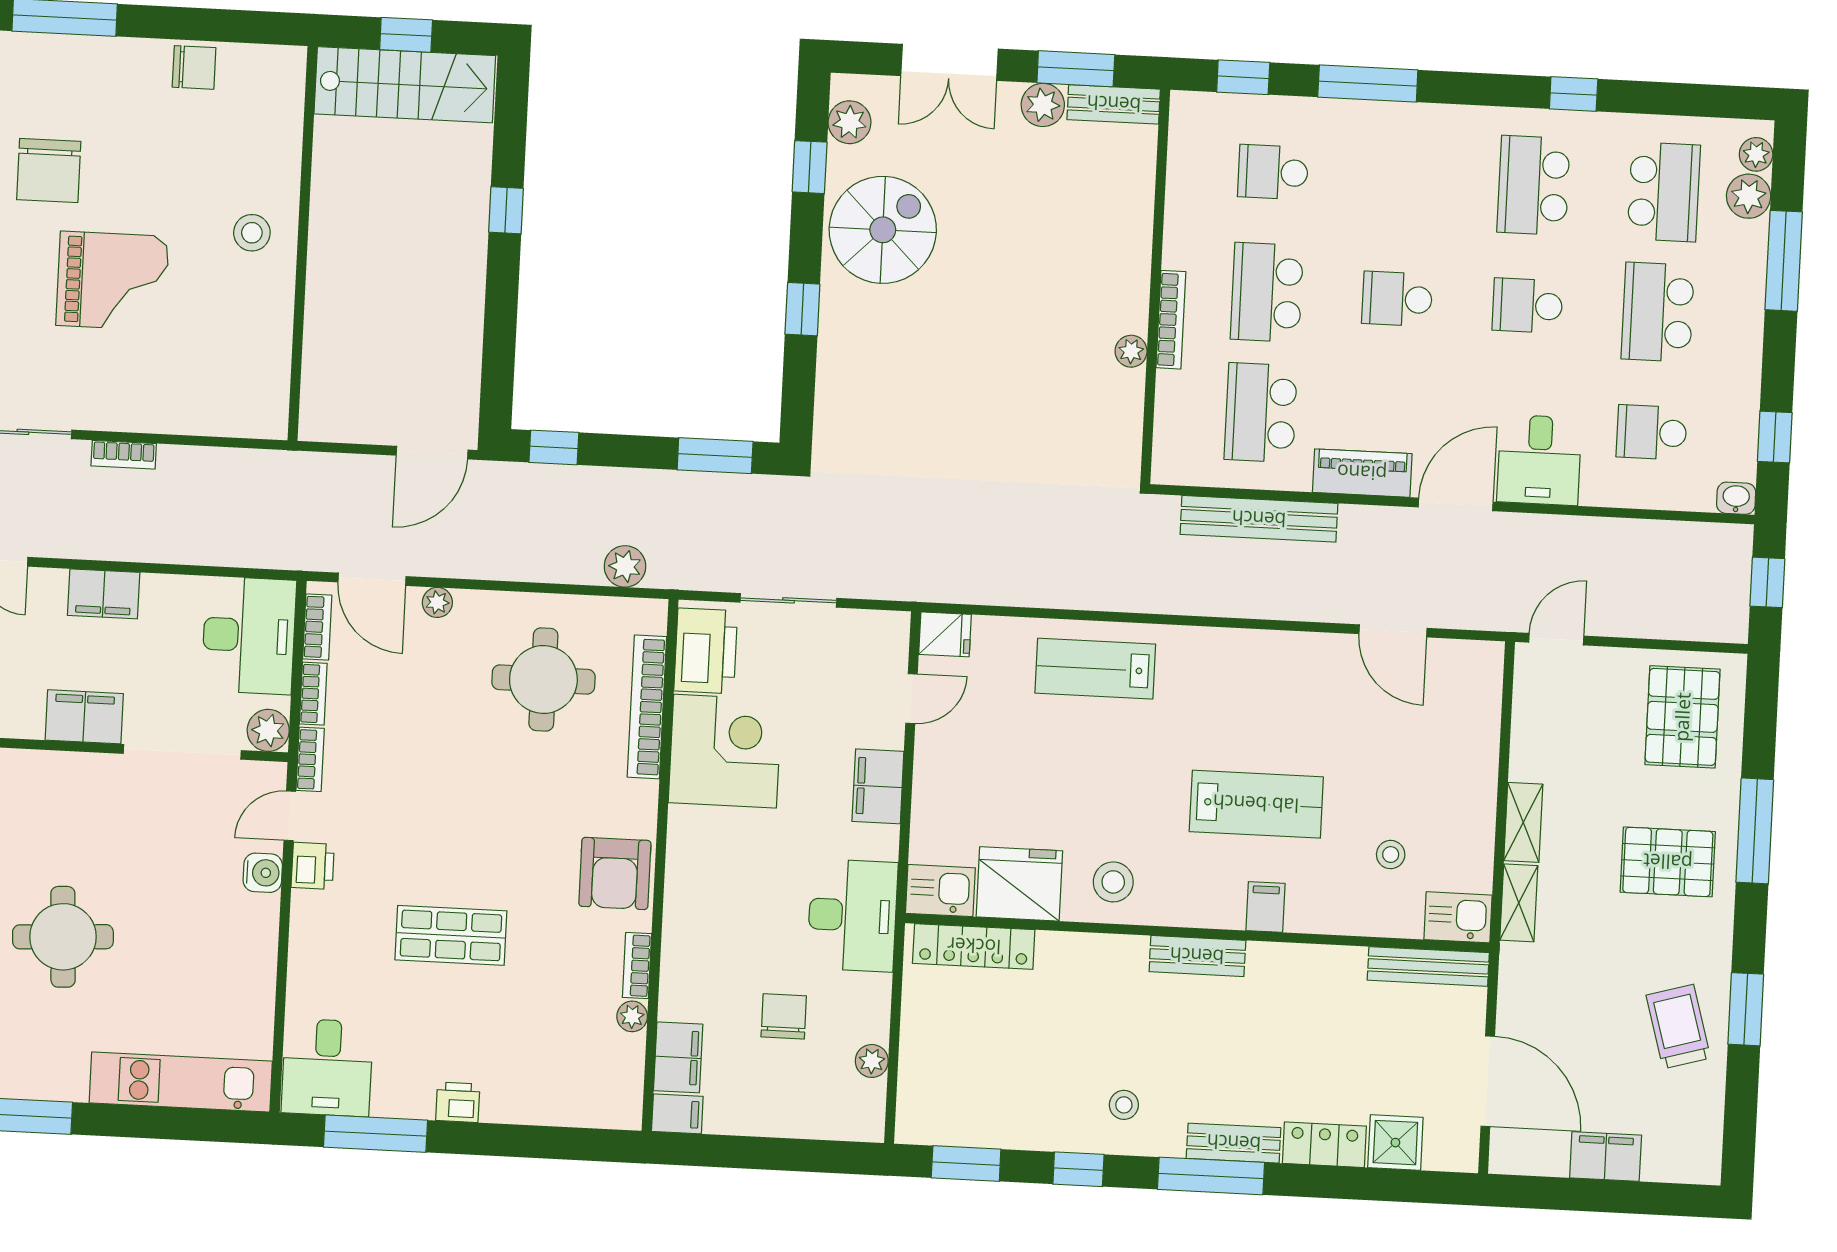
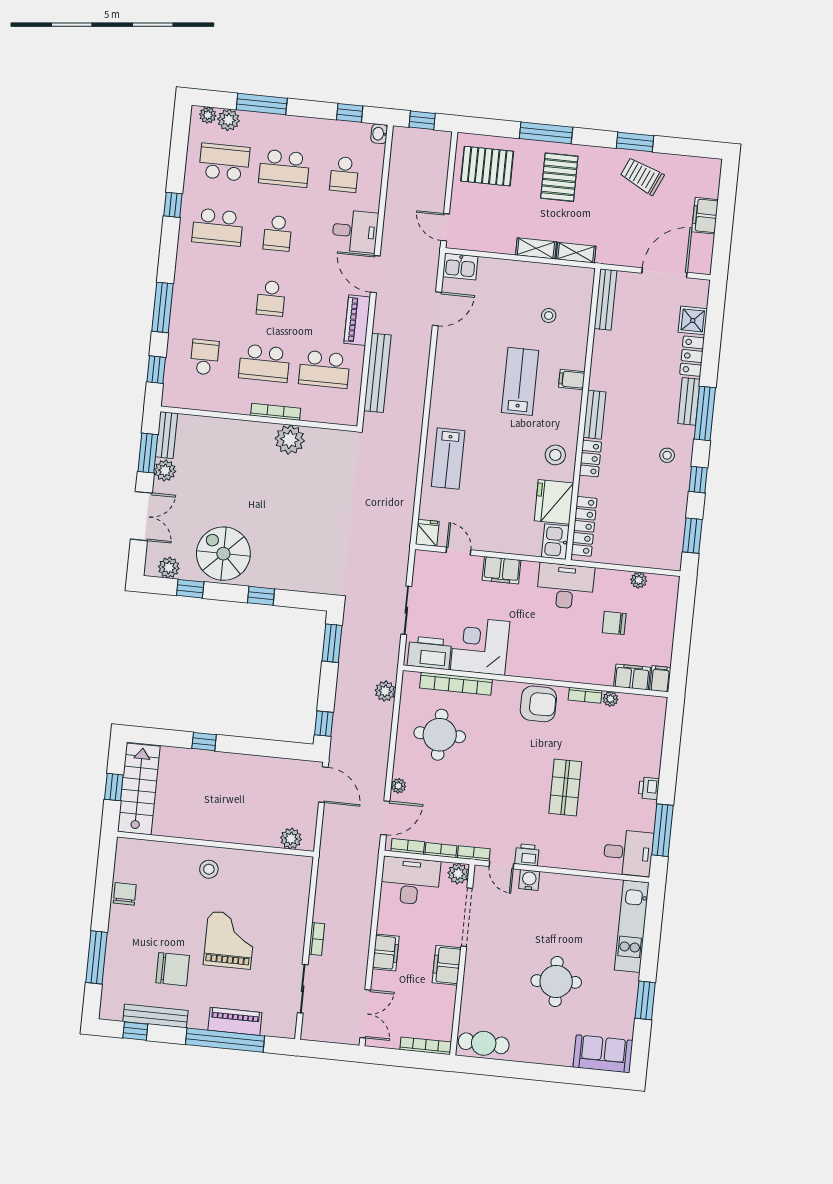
school desk: (1273, 172) -> (204, 357), turned 180
plant: (1131, 351) -> (290, 440), width x1.87, depth x1.87
plant: (321, 393) -> (291, 839), added
kitchen sink: (1458, 917) -> (460, 267), moved, turned -90
locker: (1109, 952) -> (590, 459), added
trolley: (1678, 1027) -> (642, 176), turned 40

